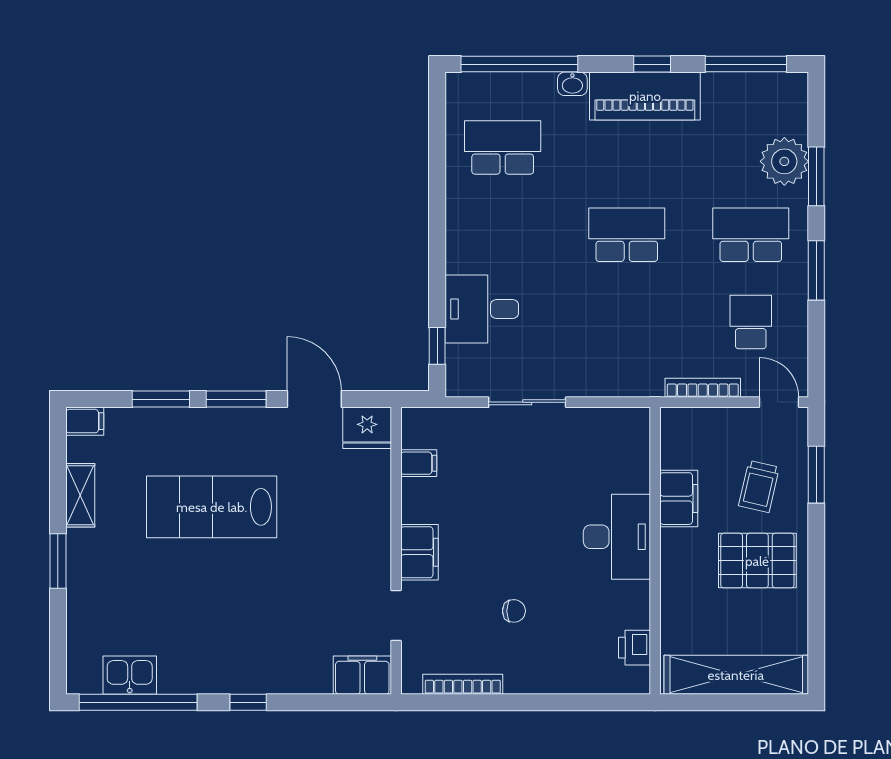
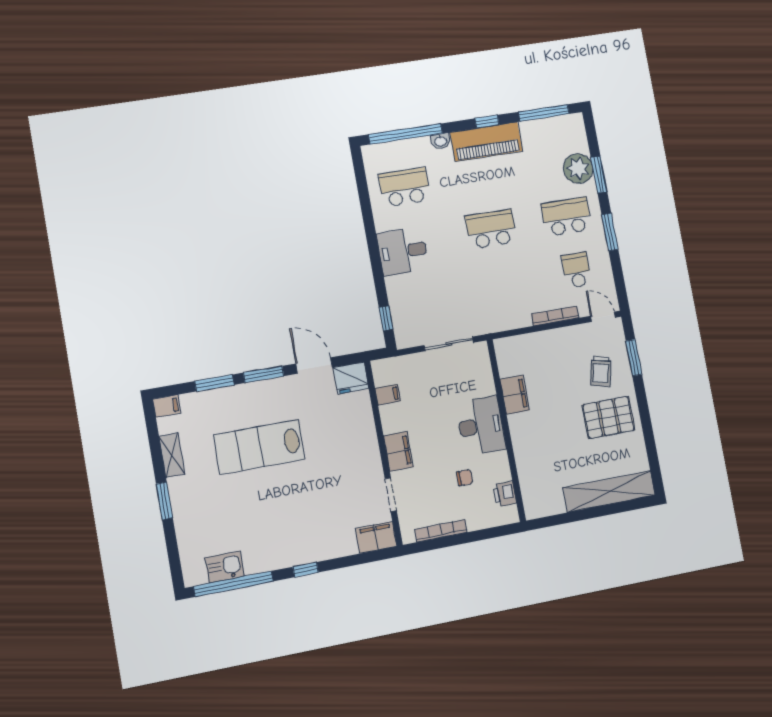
desk: (482, 309) -> (403, 251), moved
filing cabinet: (679, 499) -> (515, 395), moved
desk: (617, 537) -> (481, 426), moved
wall: (655, 551) -> (506, 430), moved
printer: (635, 648) -> (505, 494), moved

